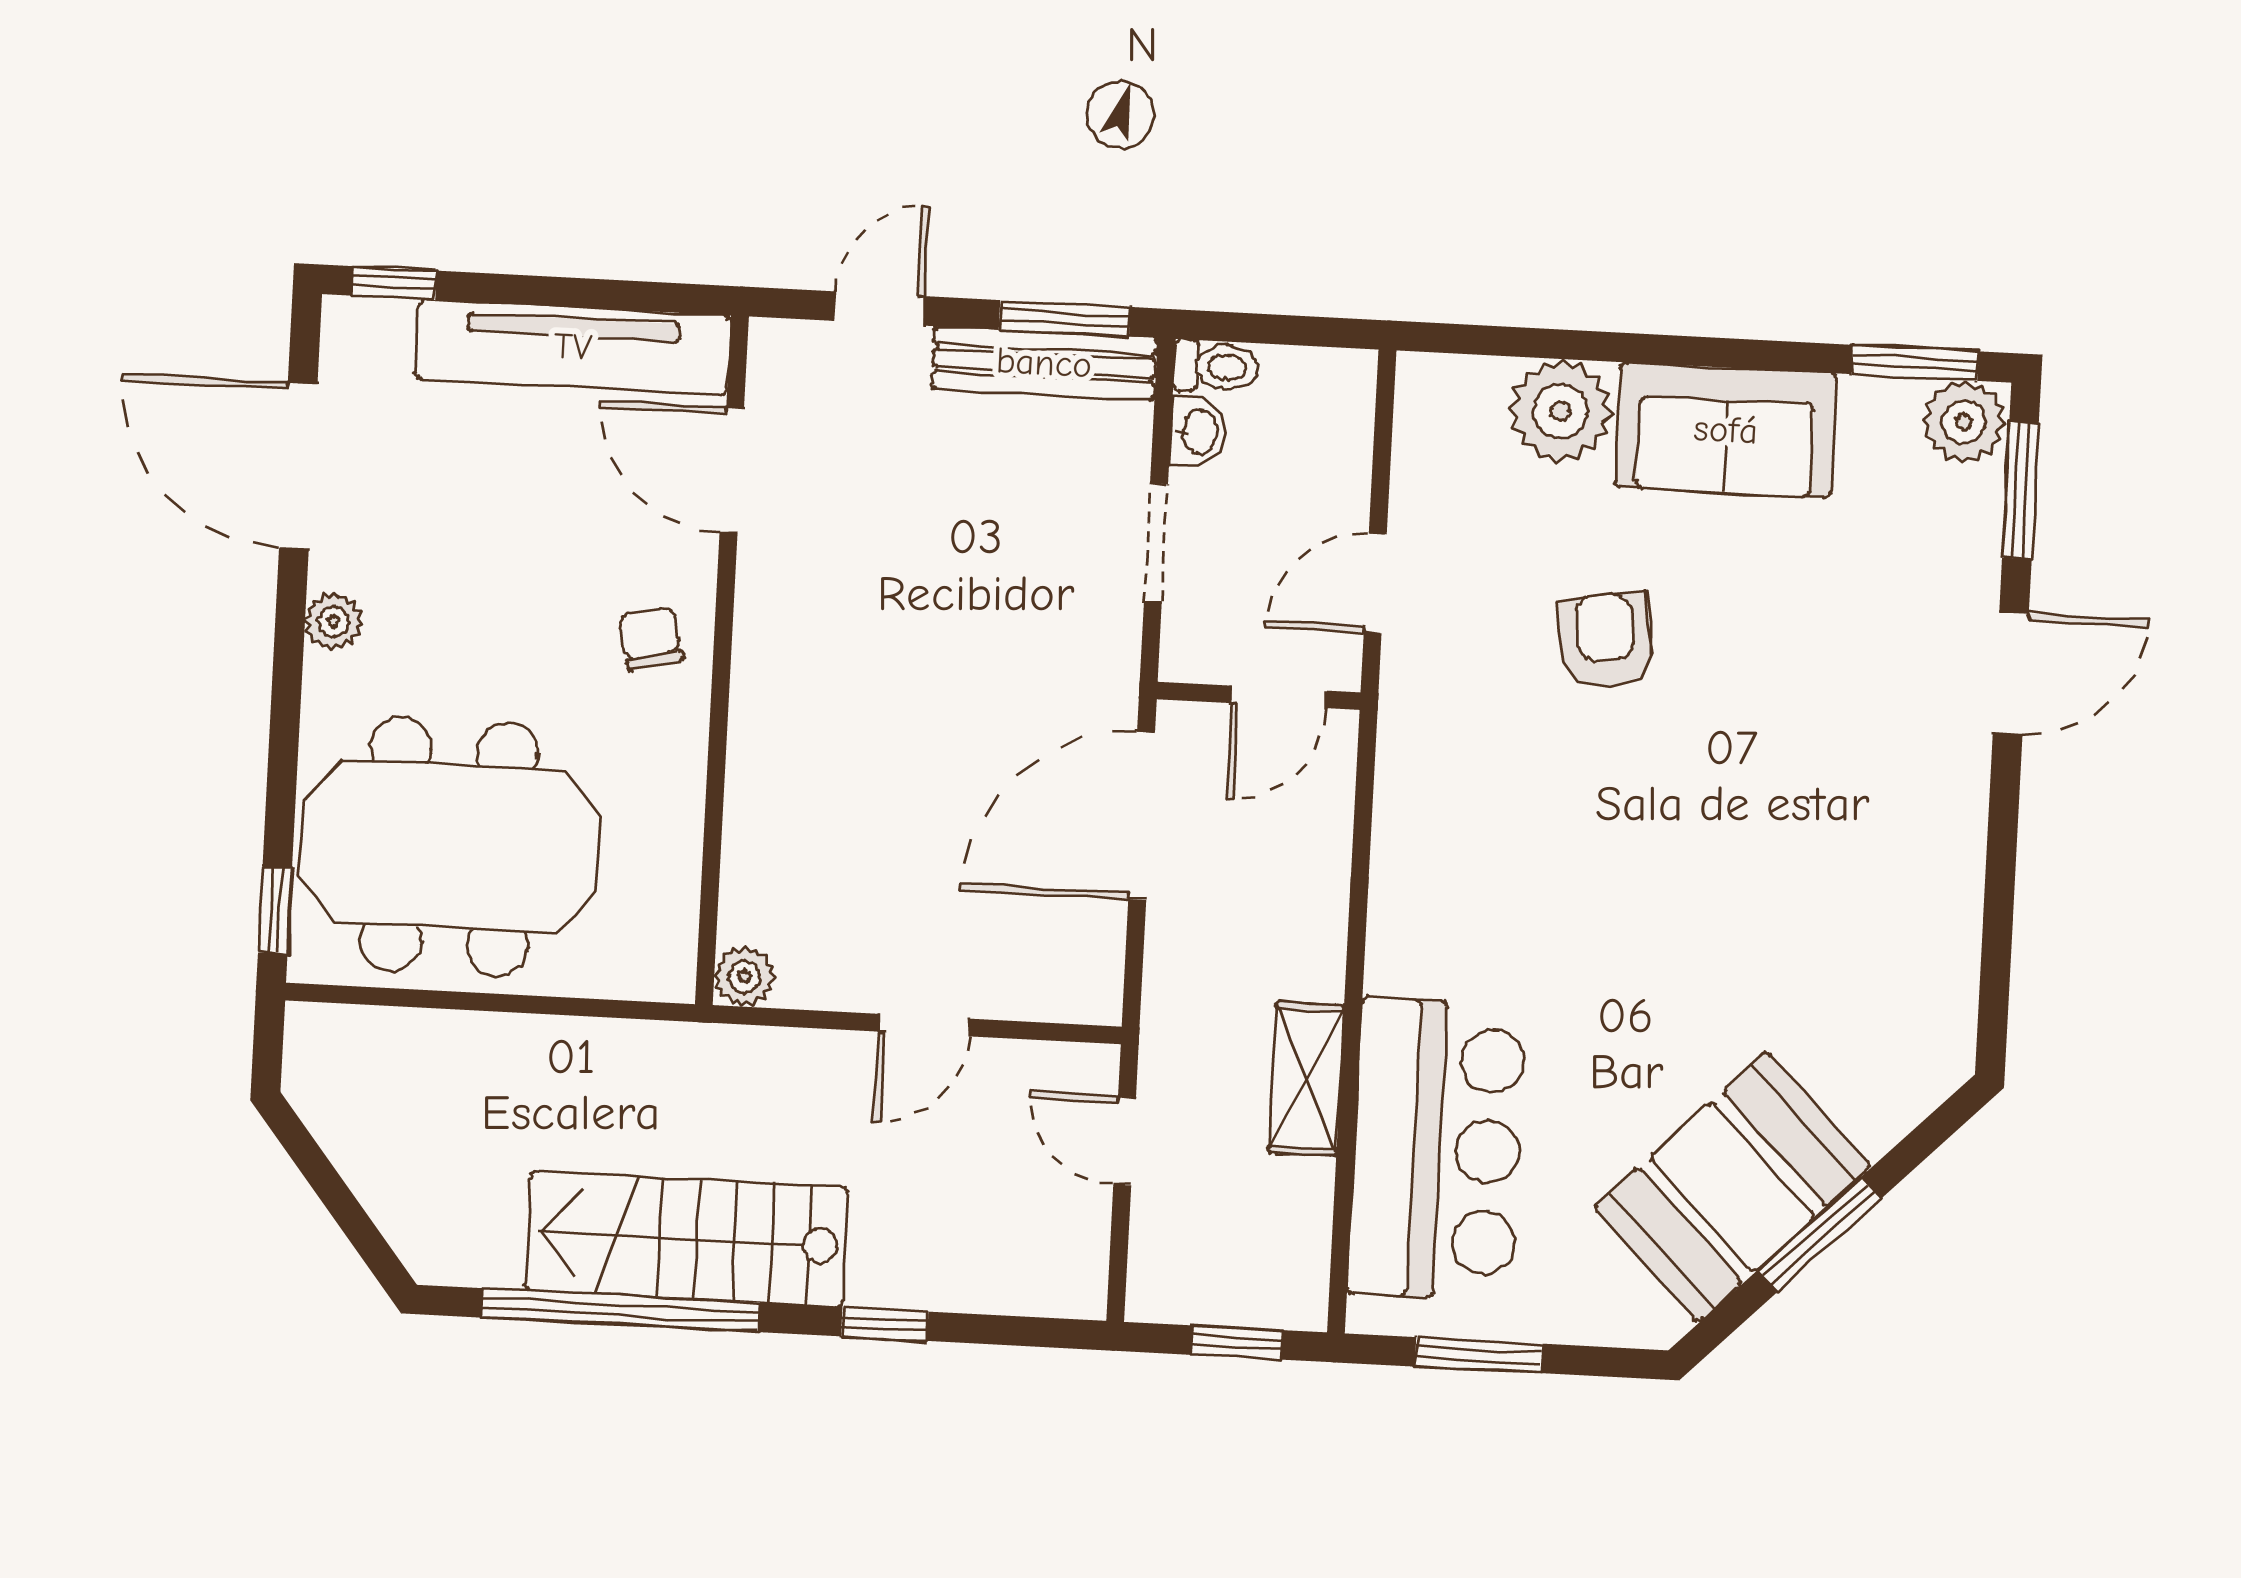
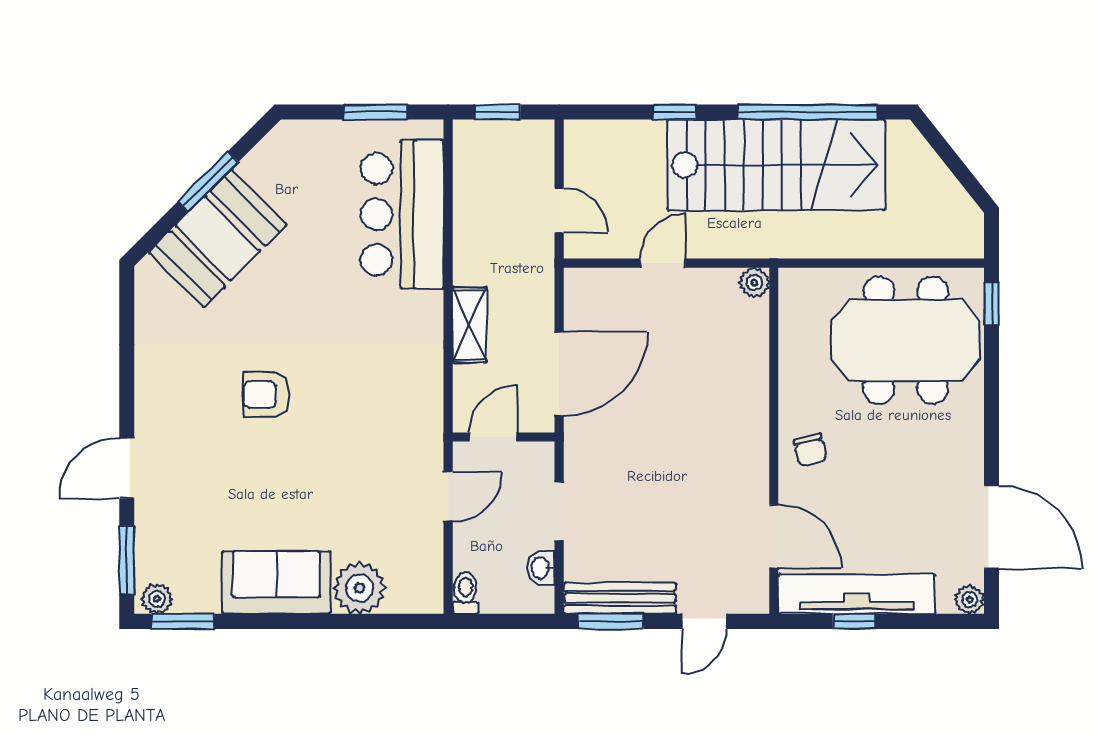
window: (394, 283) -> (854, 621), moved
toilet: (1216, 367) -> (465, 593), moved, turned 90
plant: (1964, 422) -> (157, 599), width x0.73, depth x0.73
plant: (333, 621) -> (970, 600), moved
armchair: (1606, 641) -> (266, 394), moved, turned 99
shelving: (1306, 1079) -> (470, 325), moved
booth: (1732, 1187) -> (218, 238), moved
stairs: (687, 1239) -> (776, 165), width x1.36, depth x1.51

